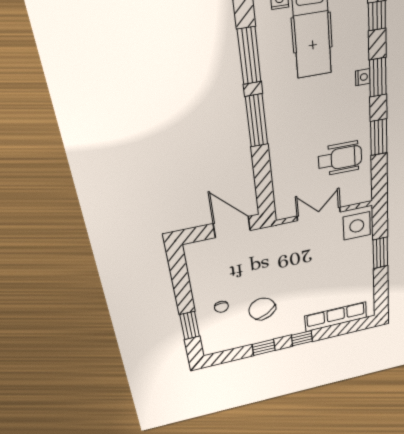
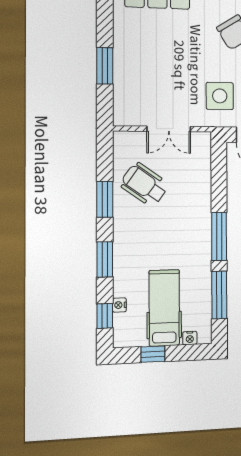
nightstand: (363, 77) -> (119, 305), moved
wheelchair: (340, 158) -> (144, 185), turned 35
side table: (357, 226) -> (220, 96), moved

